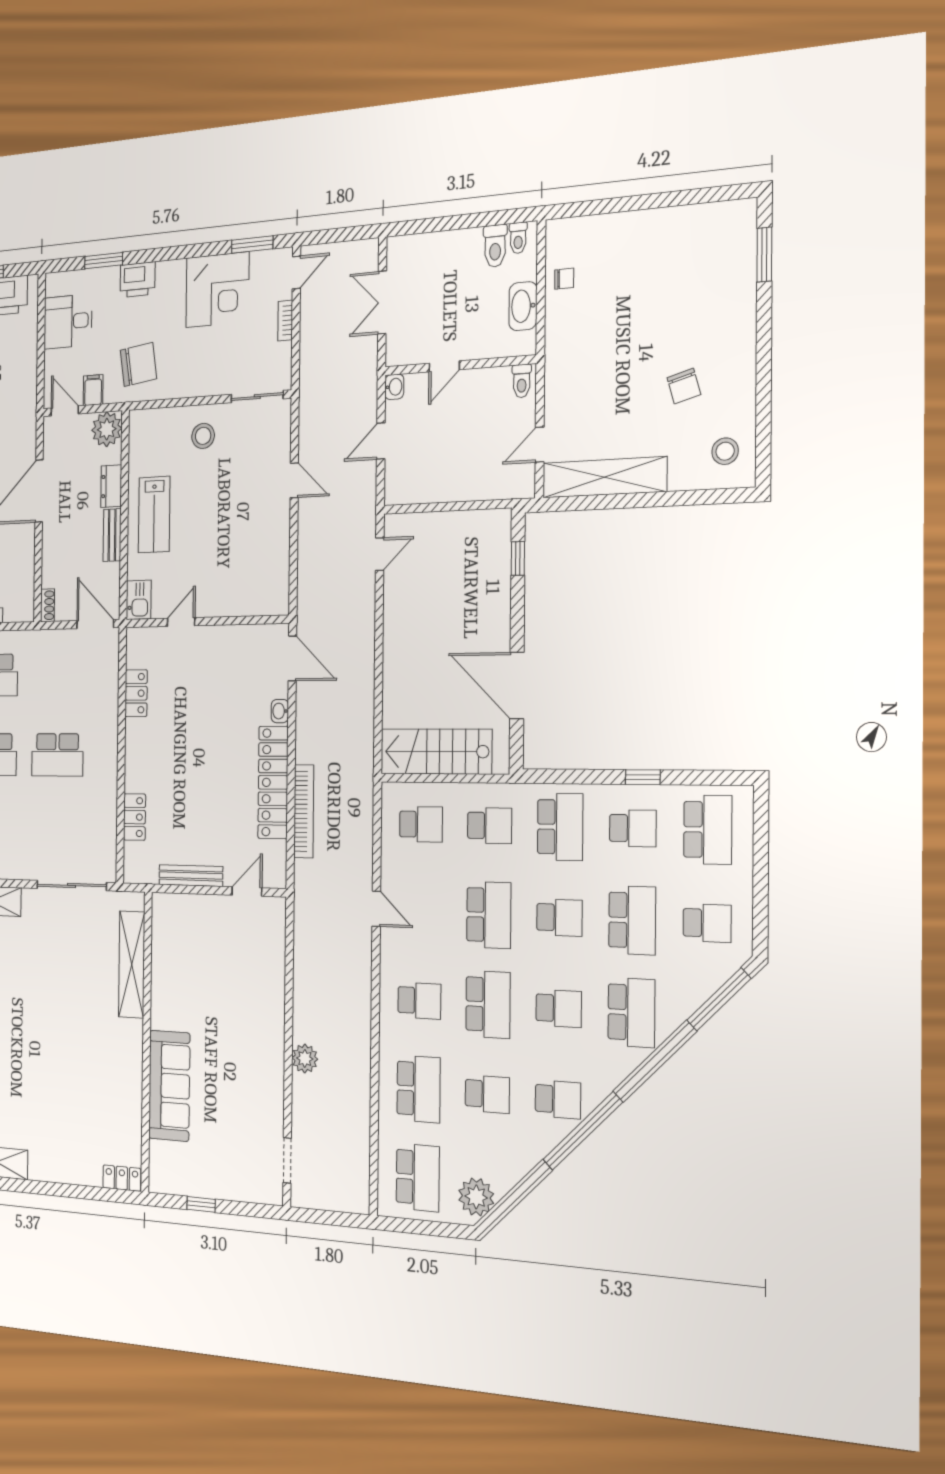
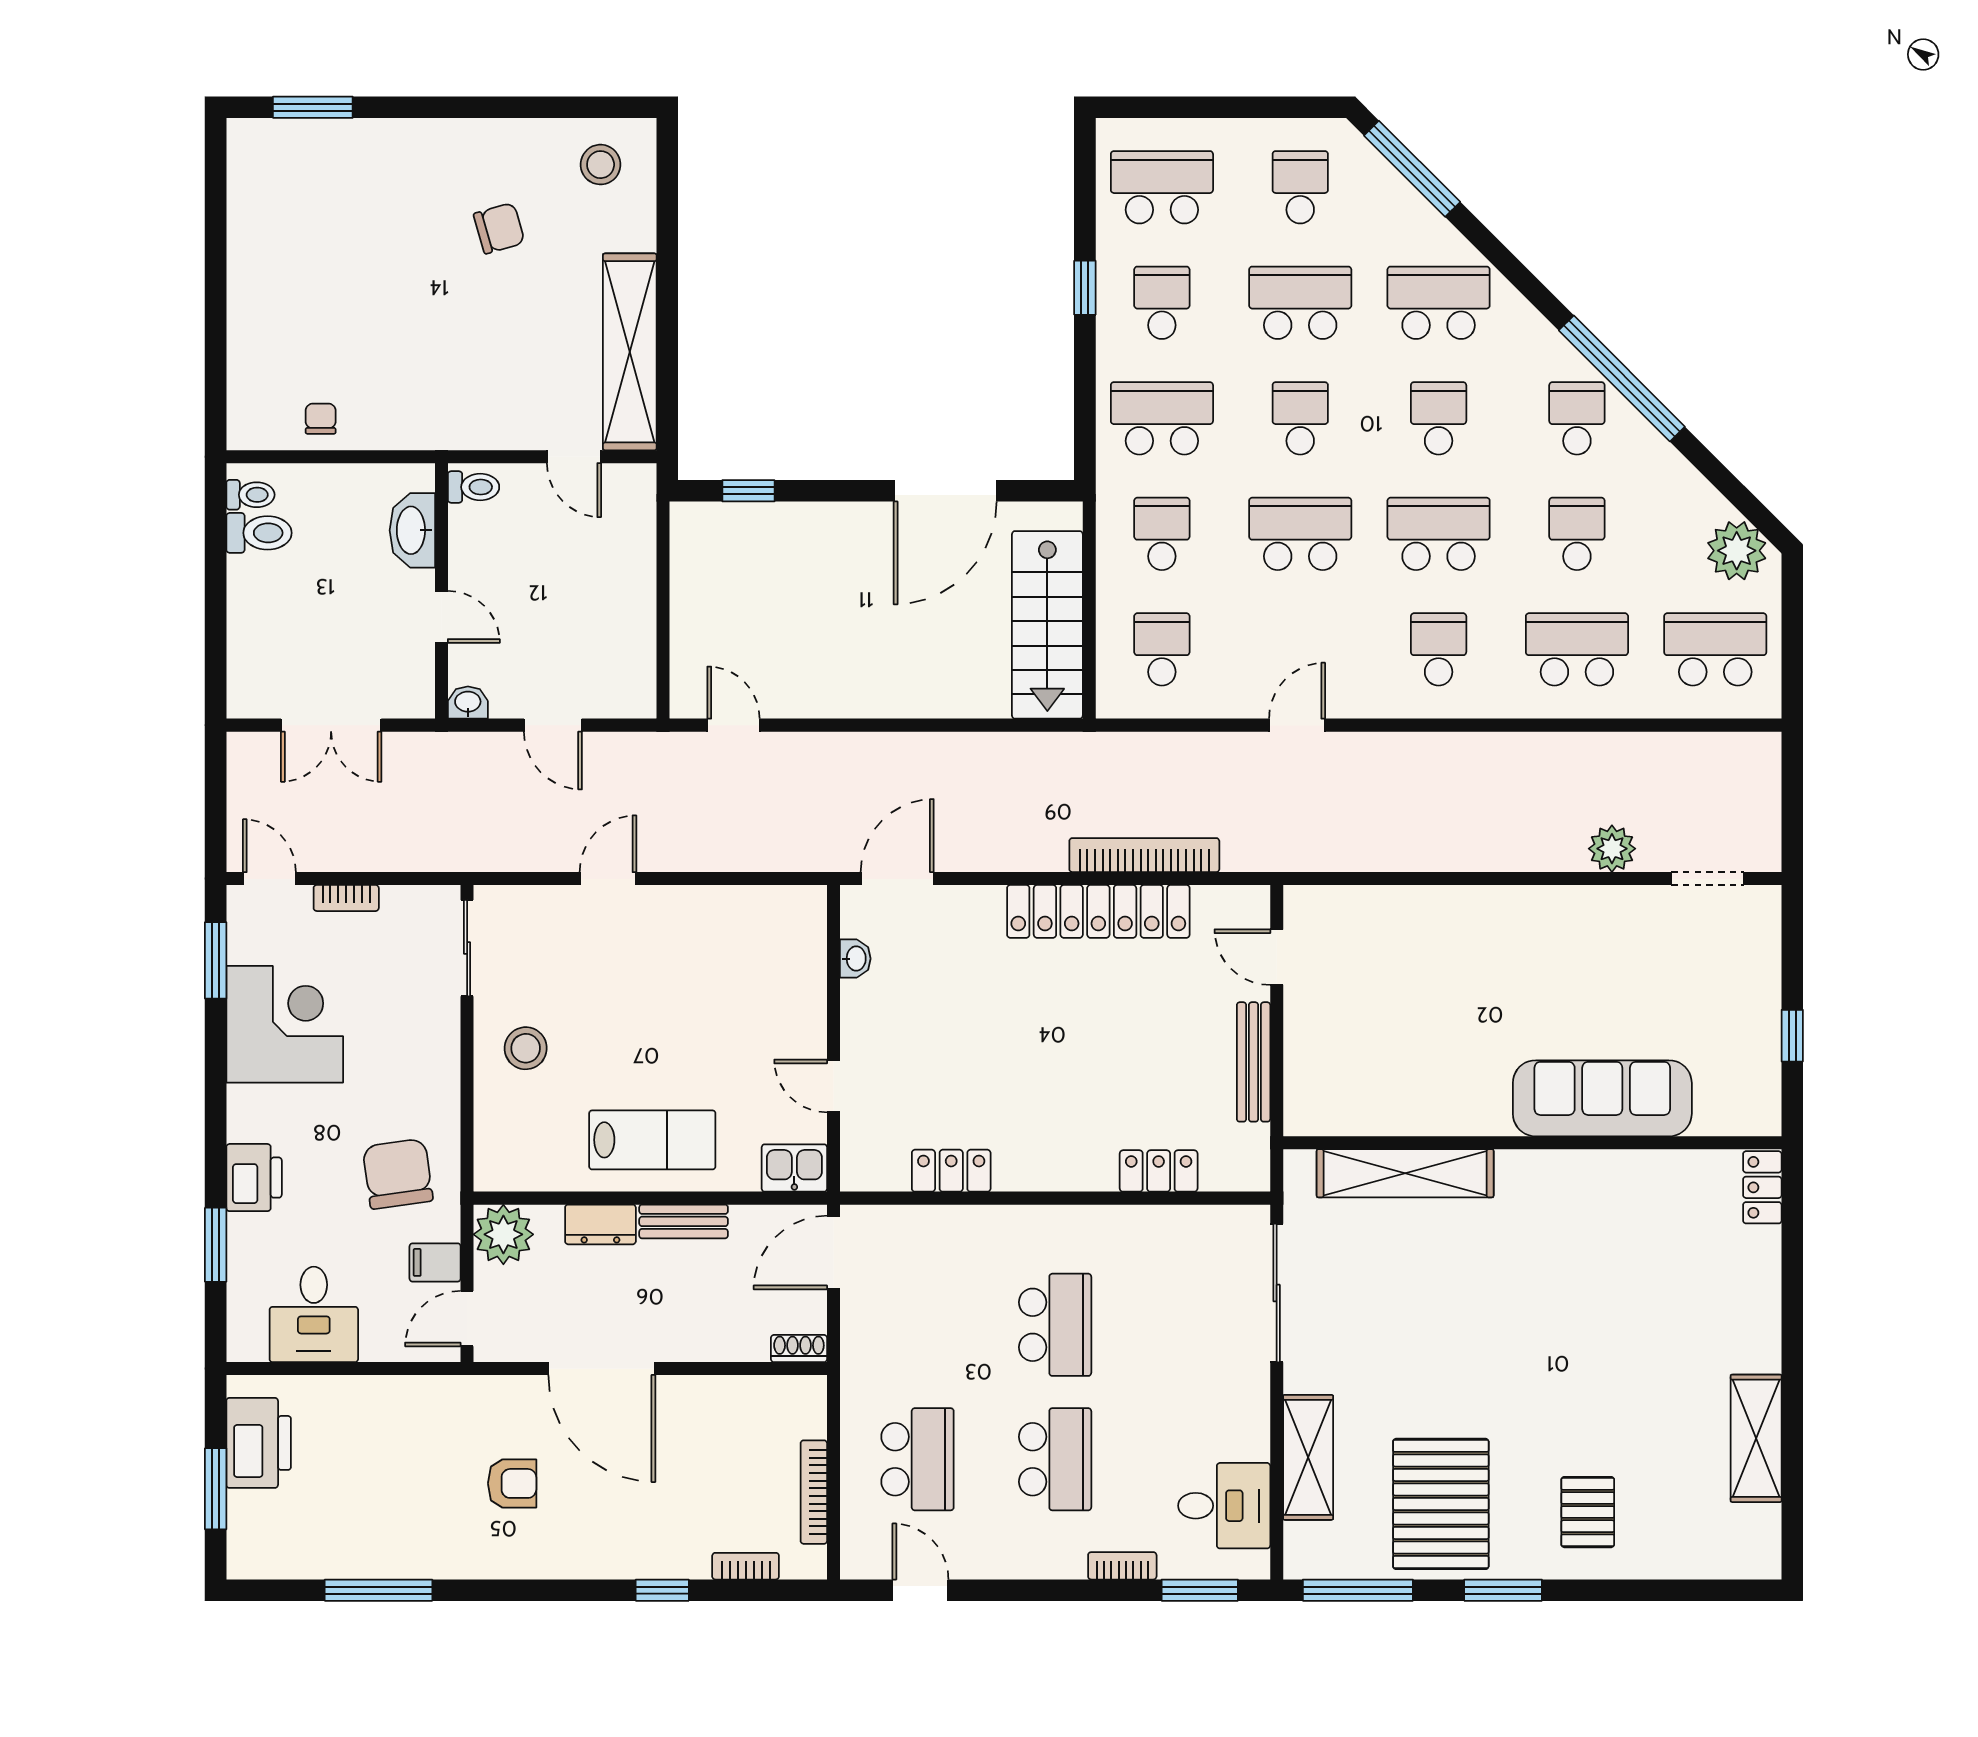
washbasin: (523, 306) -> (412, 530), moved, turned 90
washbasin: (280, 711) -> (855, 959), moved, turned -90
plant: (305, 1059) -> (1612, 849), moved

